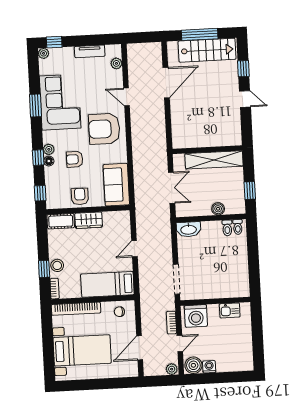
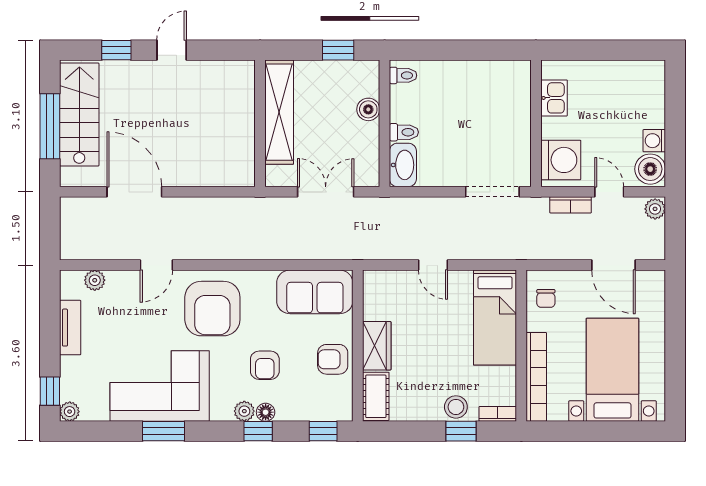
toilet: (227, 228) -> (404, 132), moved

